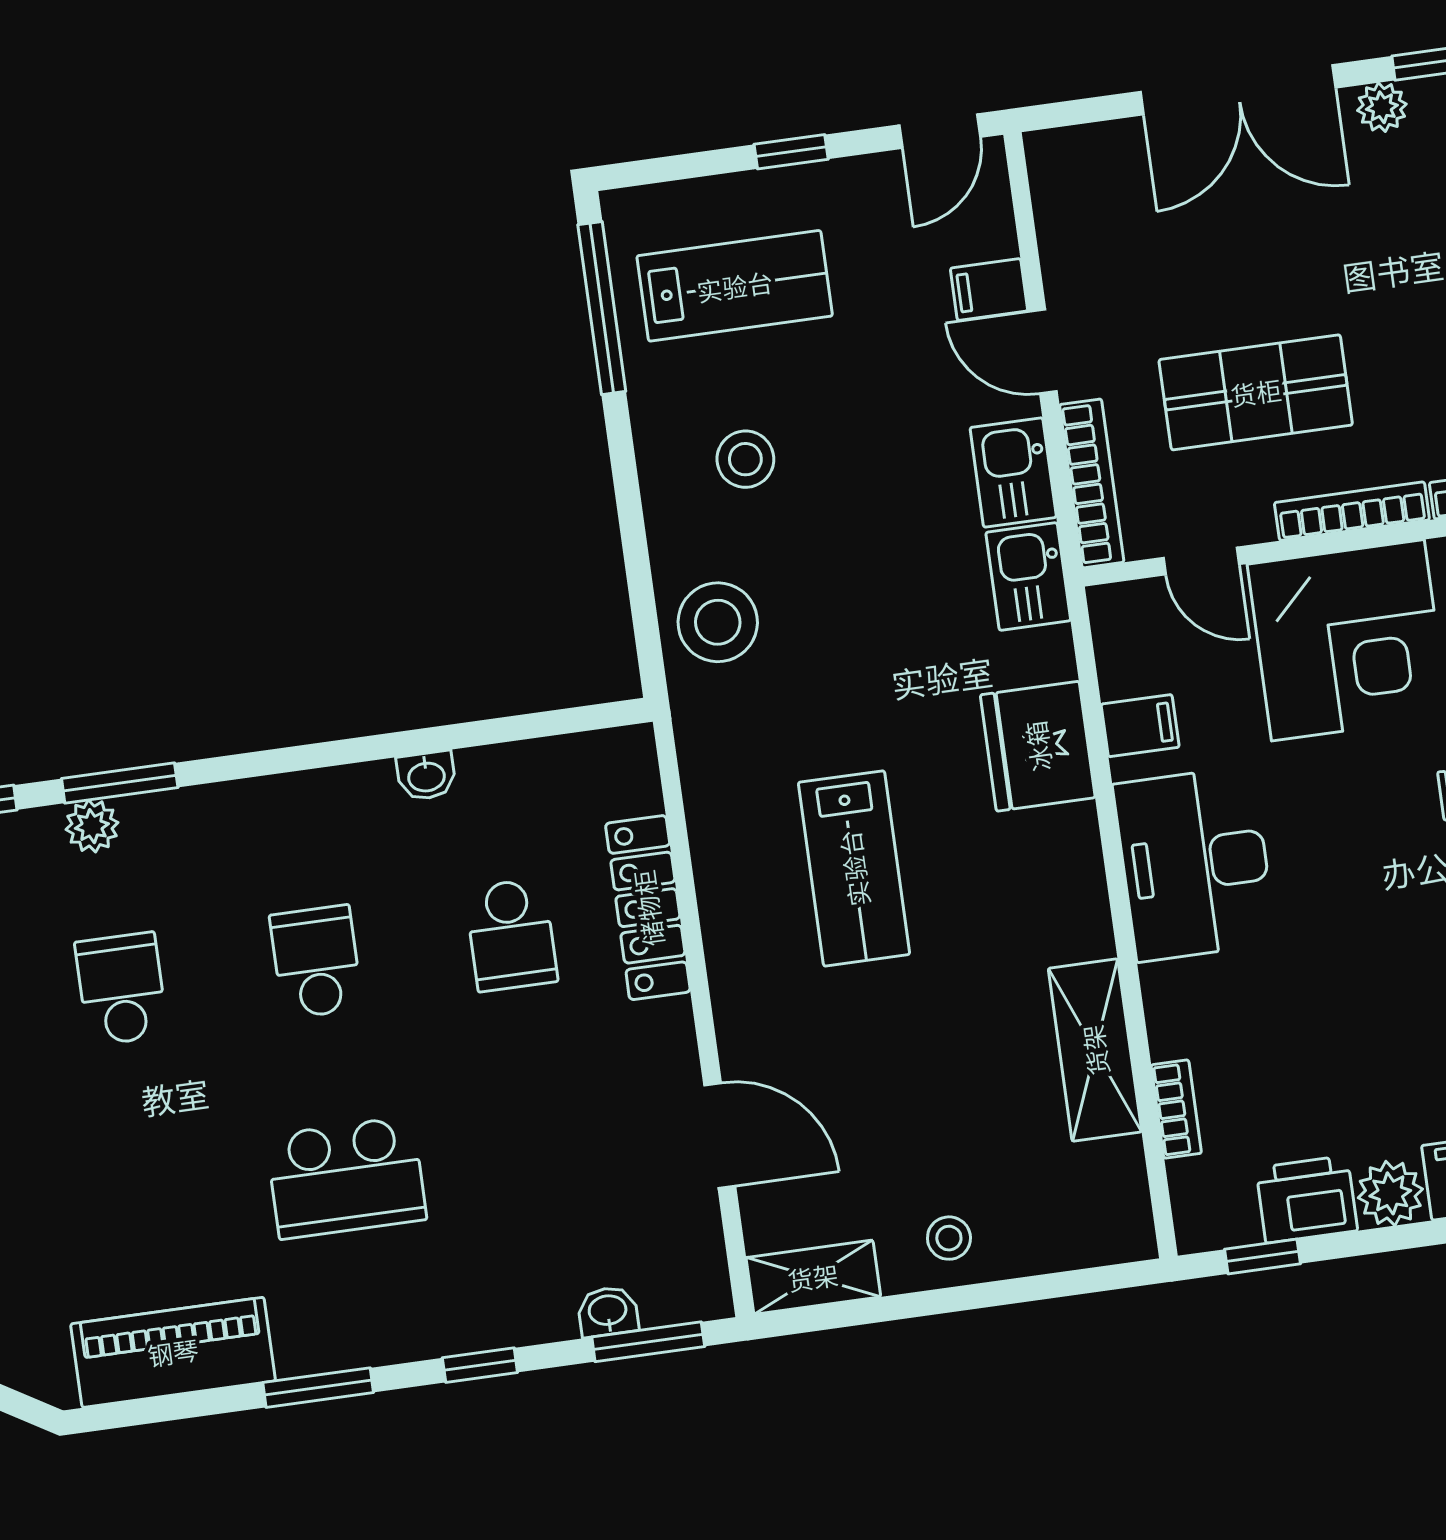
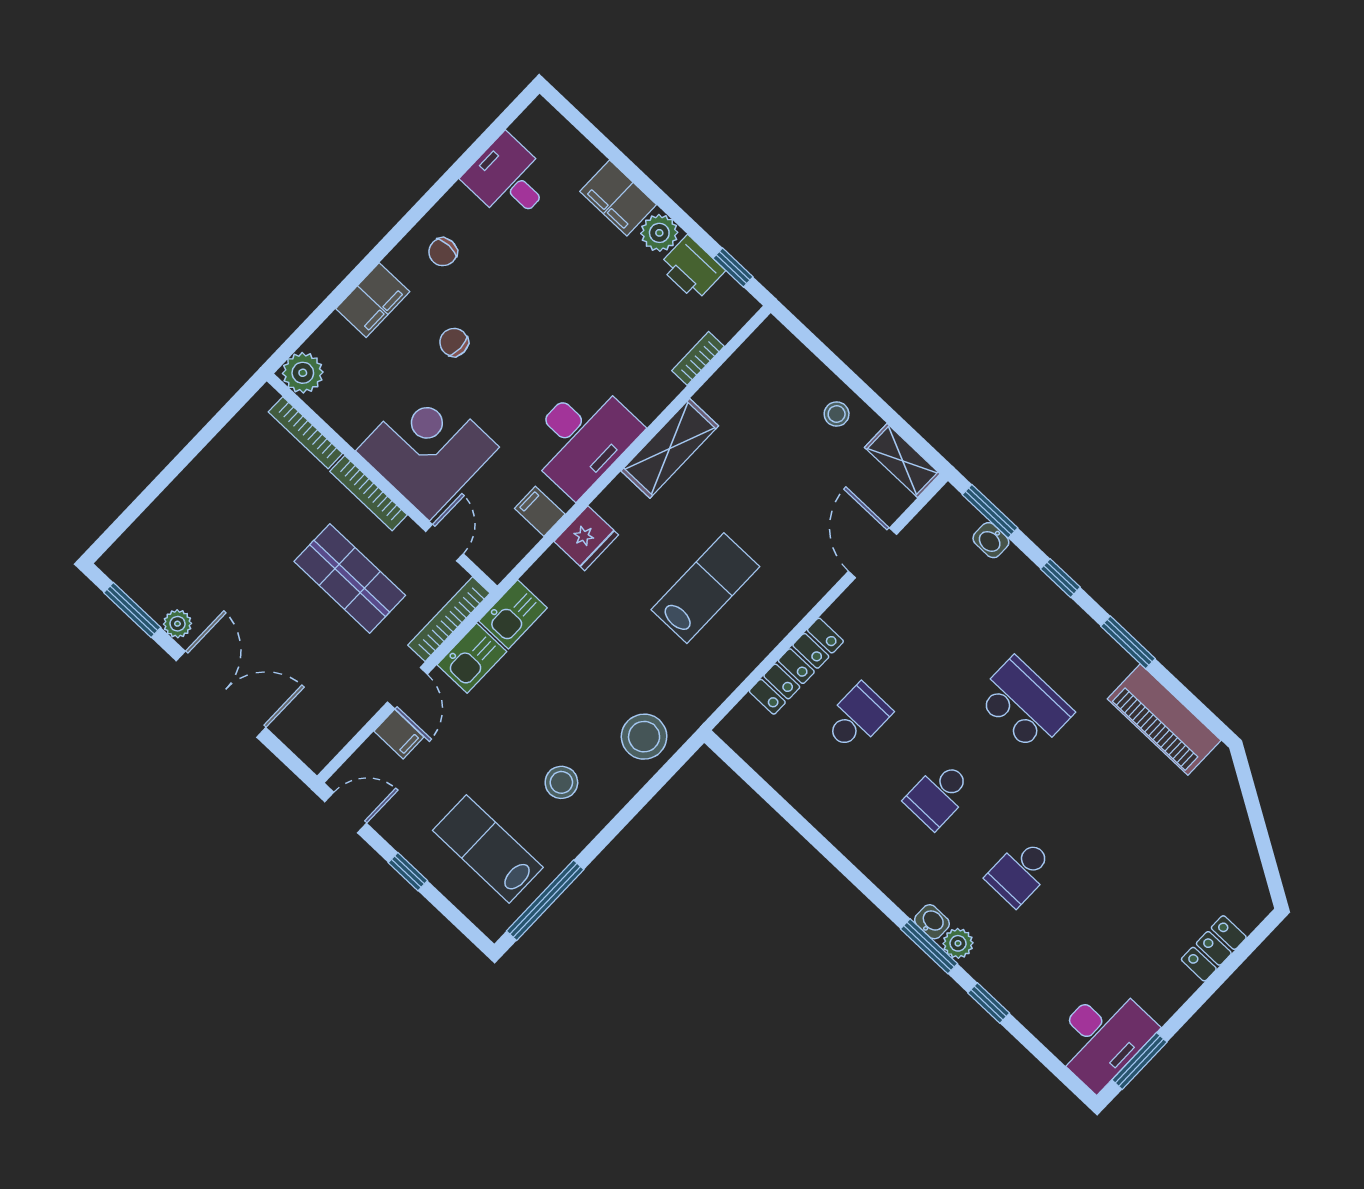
fridge: (1038, 746) -> (586, 538), width x0.73, depth x0.75
washbasin: (426, 776) -> (932, 922), moved
shelving: (1095, 1050) -> (670, 448), moved

